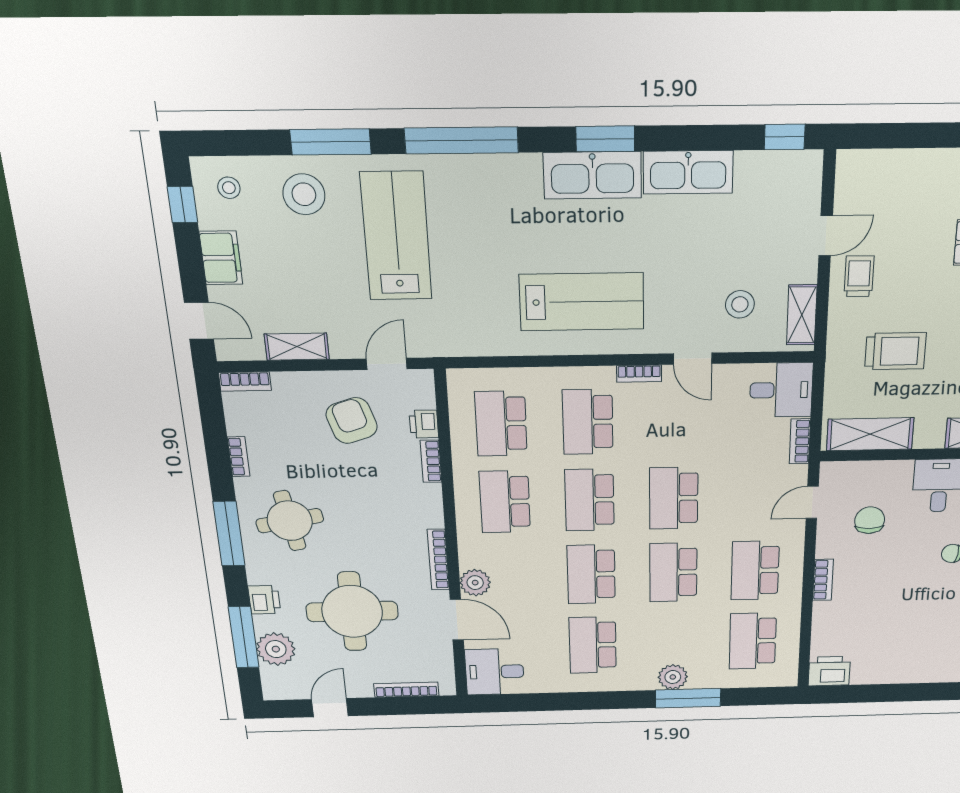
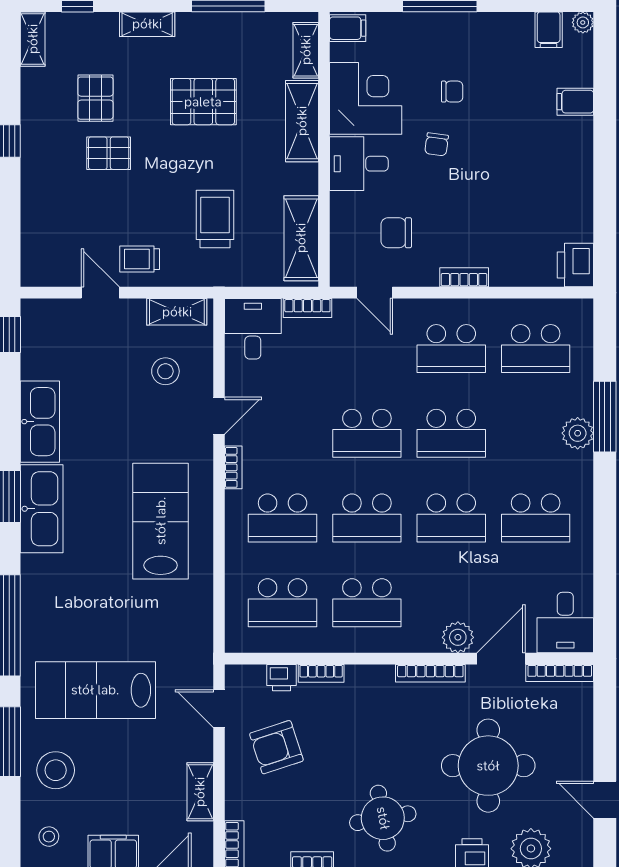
bookcase: (406, 690) -> (560, 673), moved, turned -90

